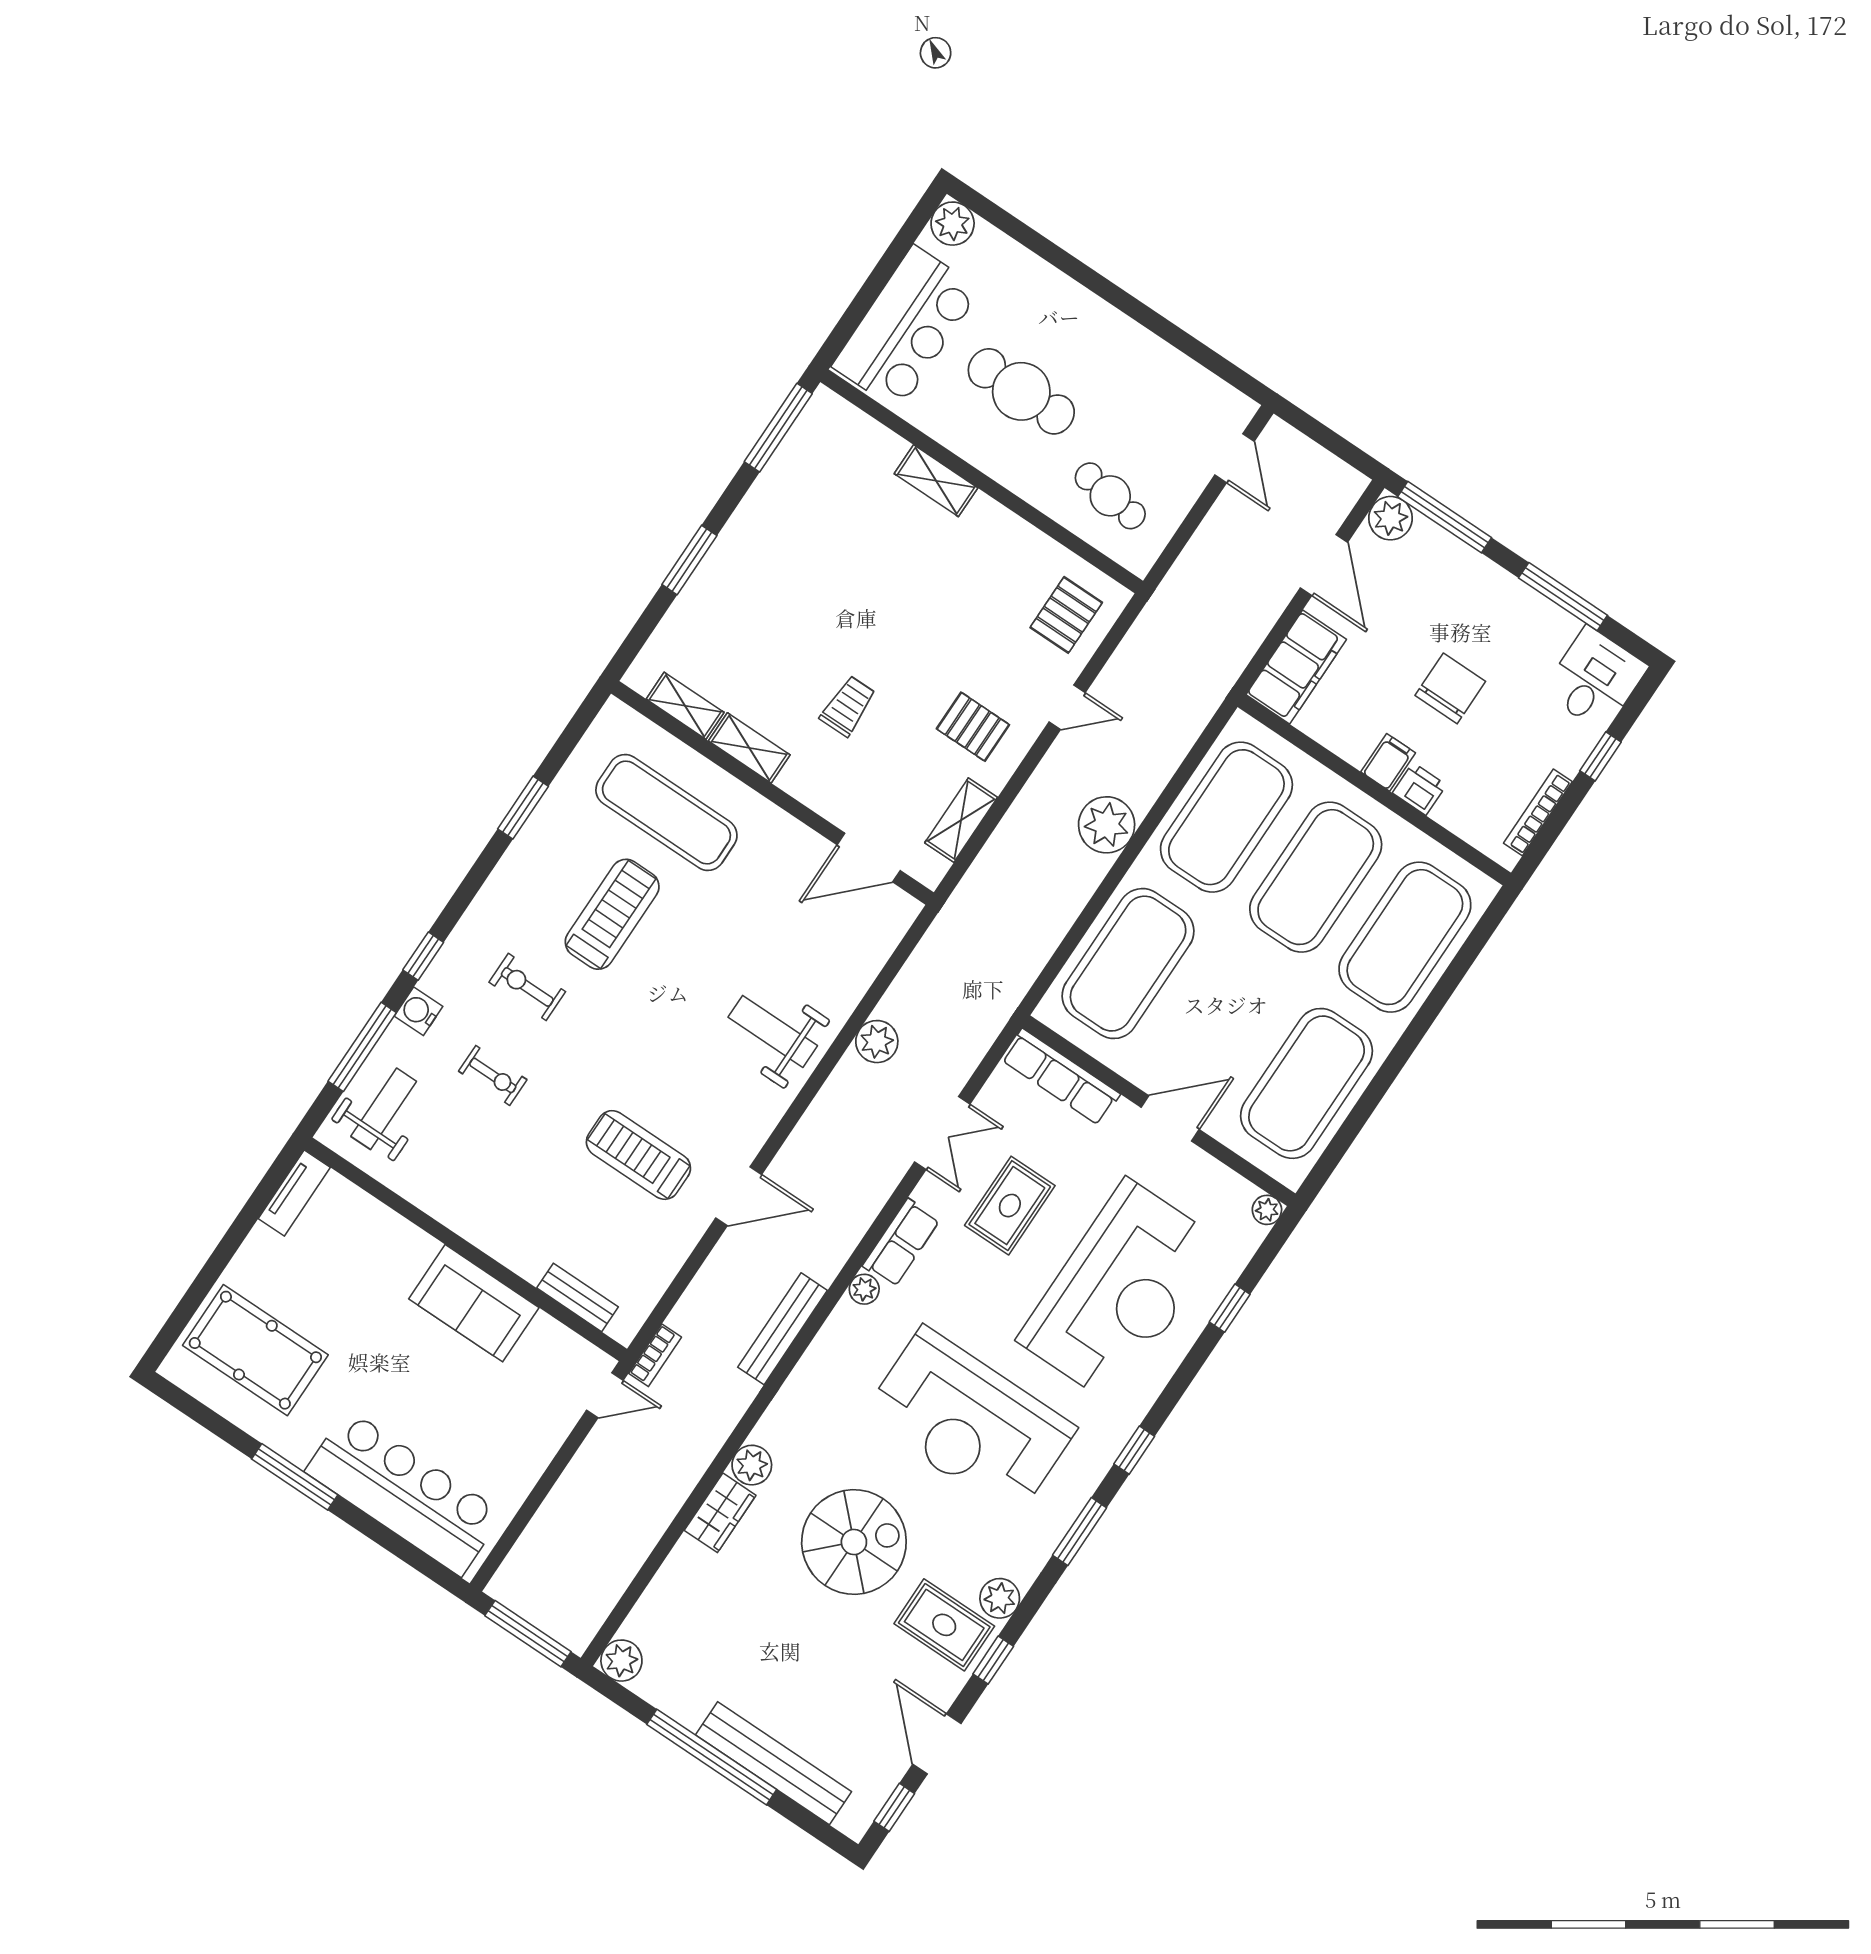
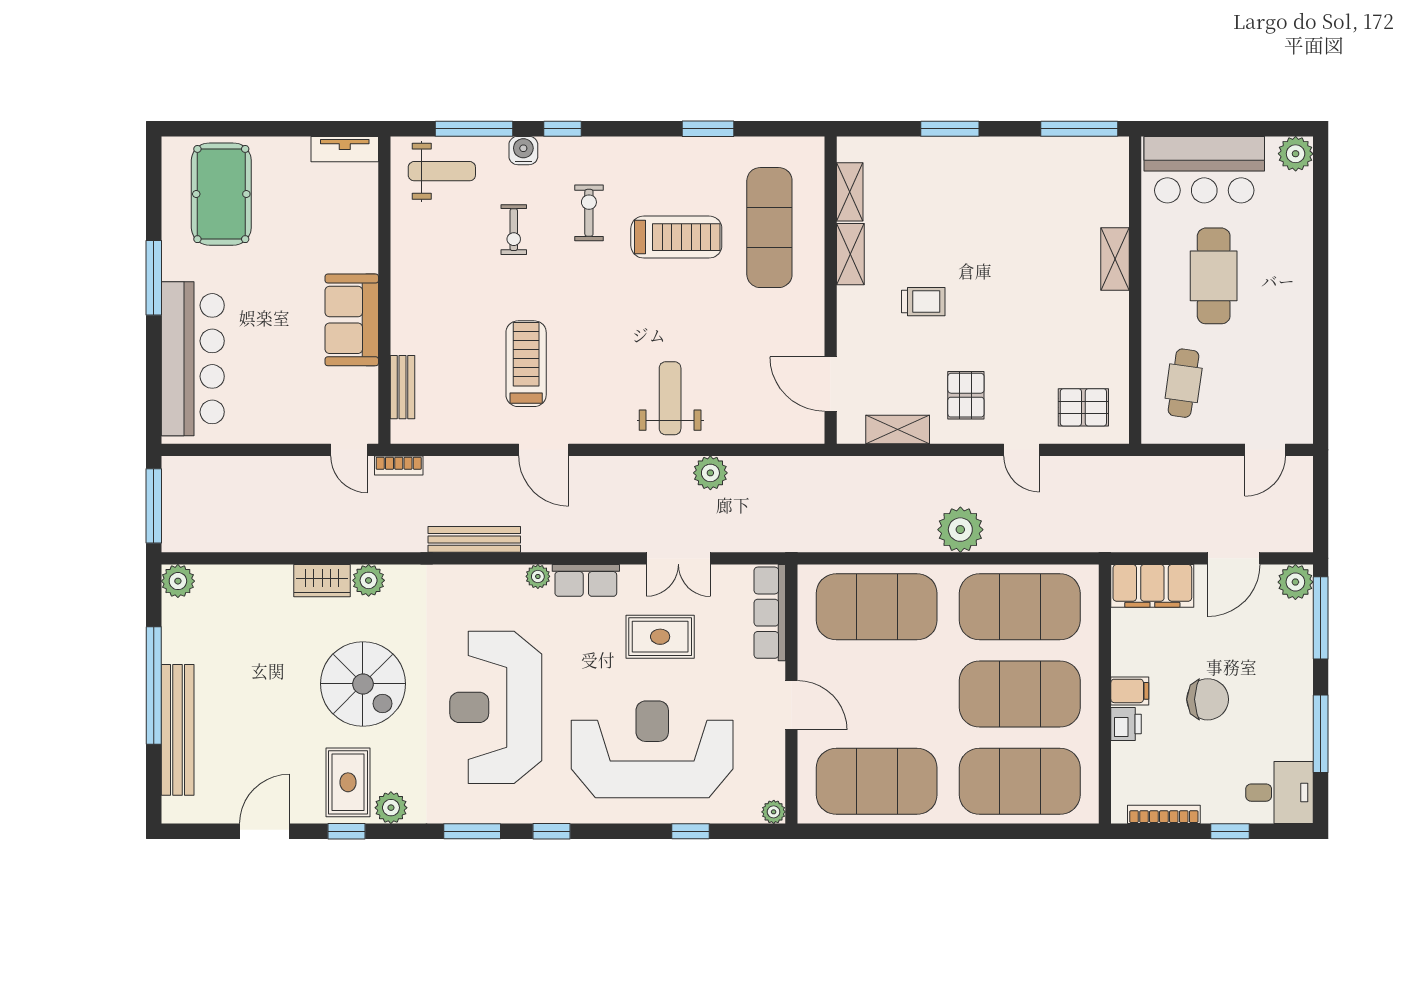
reception desk: (1120, 1291) -> (652, 749), turned 180
window: (894, 1807) -> (202, 831), removed

